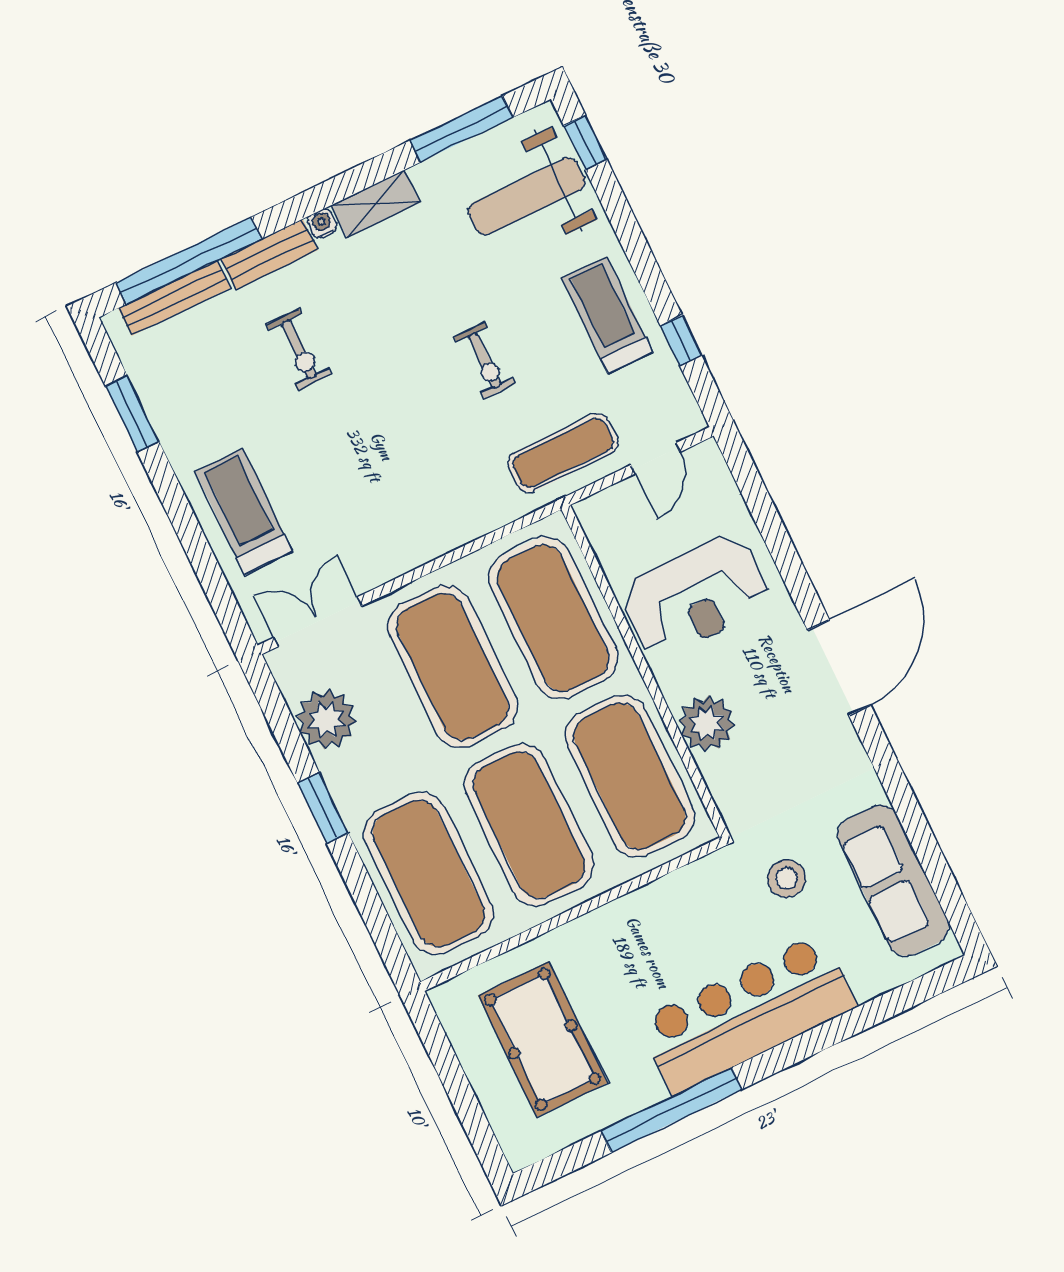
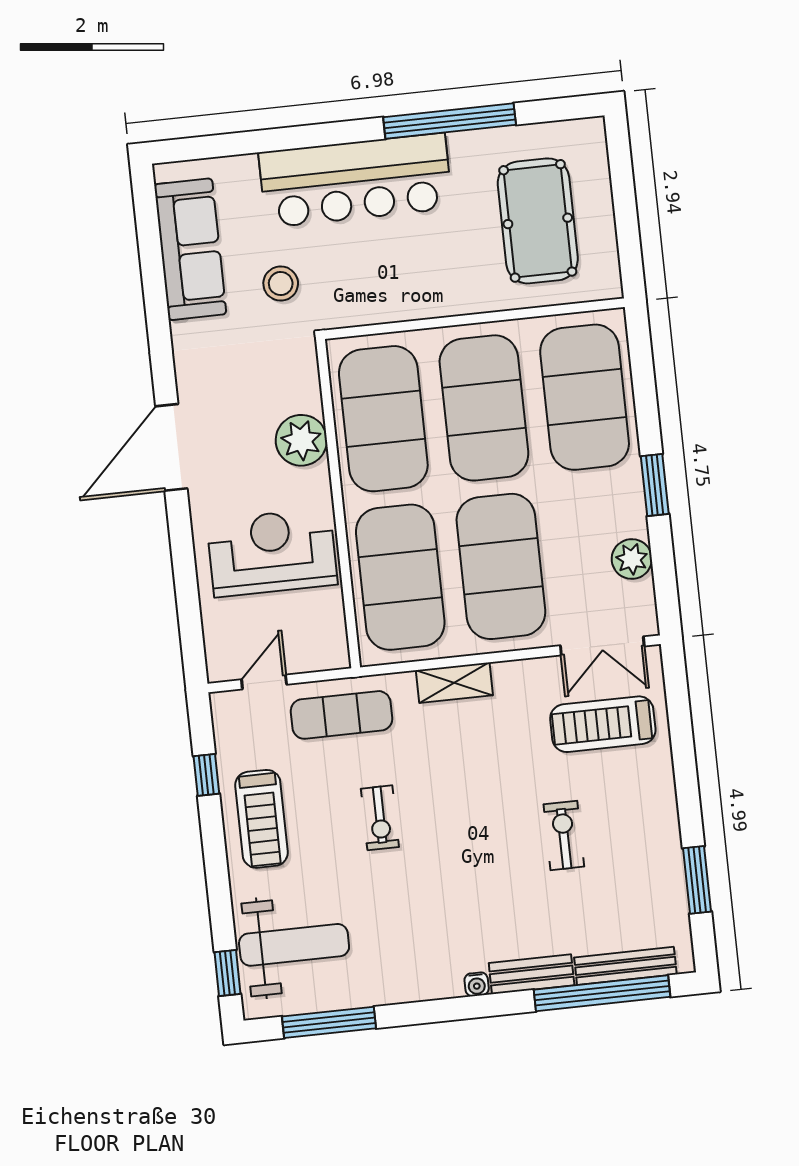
shelving: (376, 204) -> (454, 683), moved
exercise bike: (299, 349) -> (564, 835), moved
exercise bike: (485, 360) -> (380, 818), turned 180
treadmill: (244, 511) -> (603, 724), moved, turned 90
plant: (327, 719) -> (632, 559), width x0.73, depth x0.73

